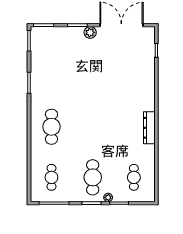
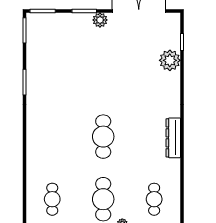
plant: (147, 65) -> (170, 60), added
cafe table: (51, 127) -> (103, 137), moved

